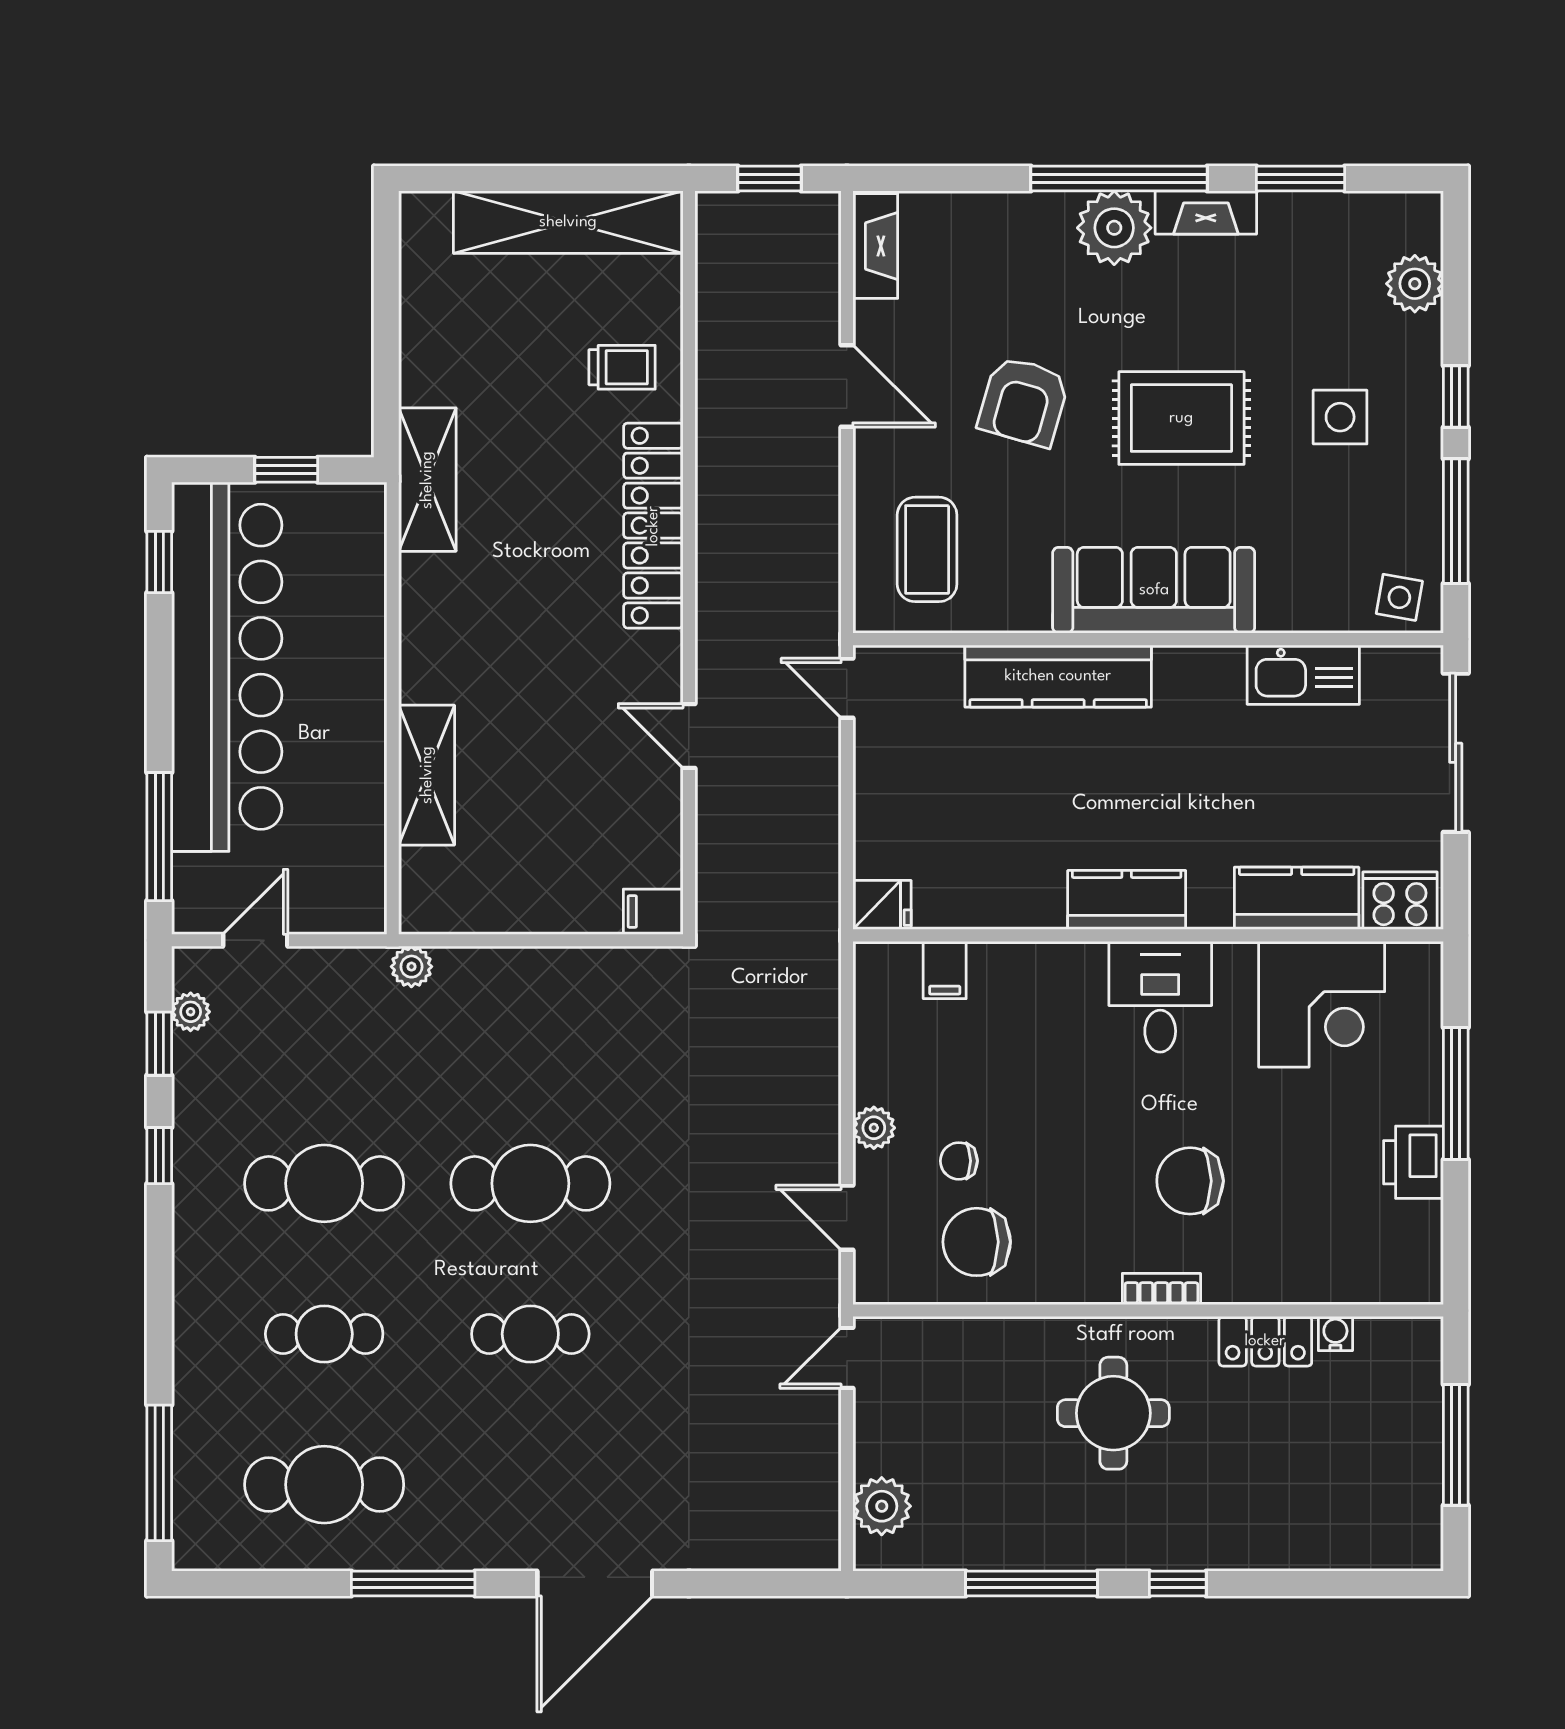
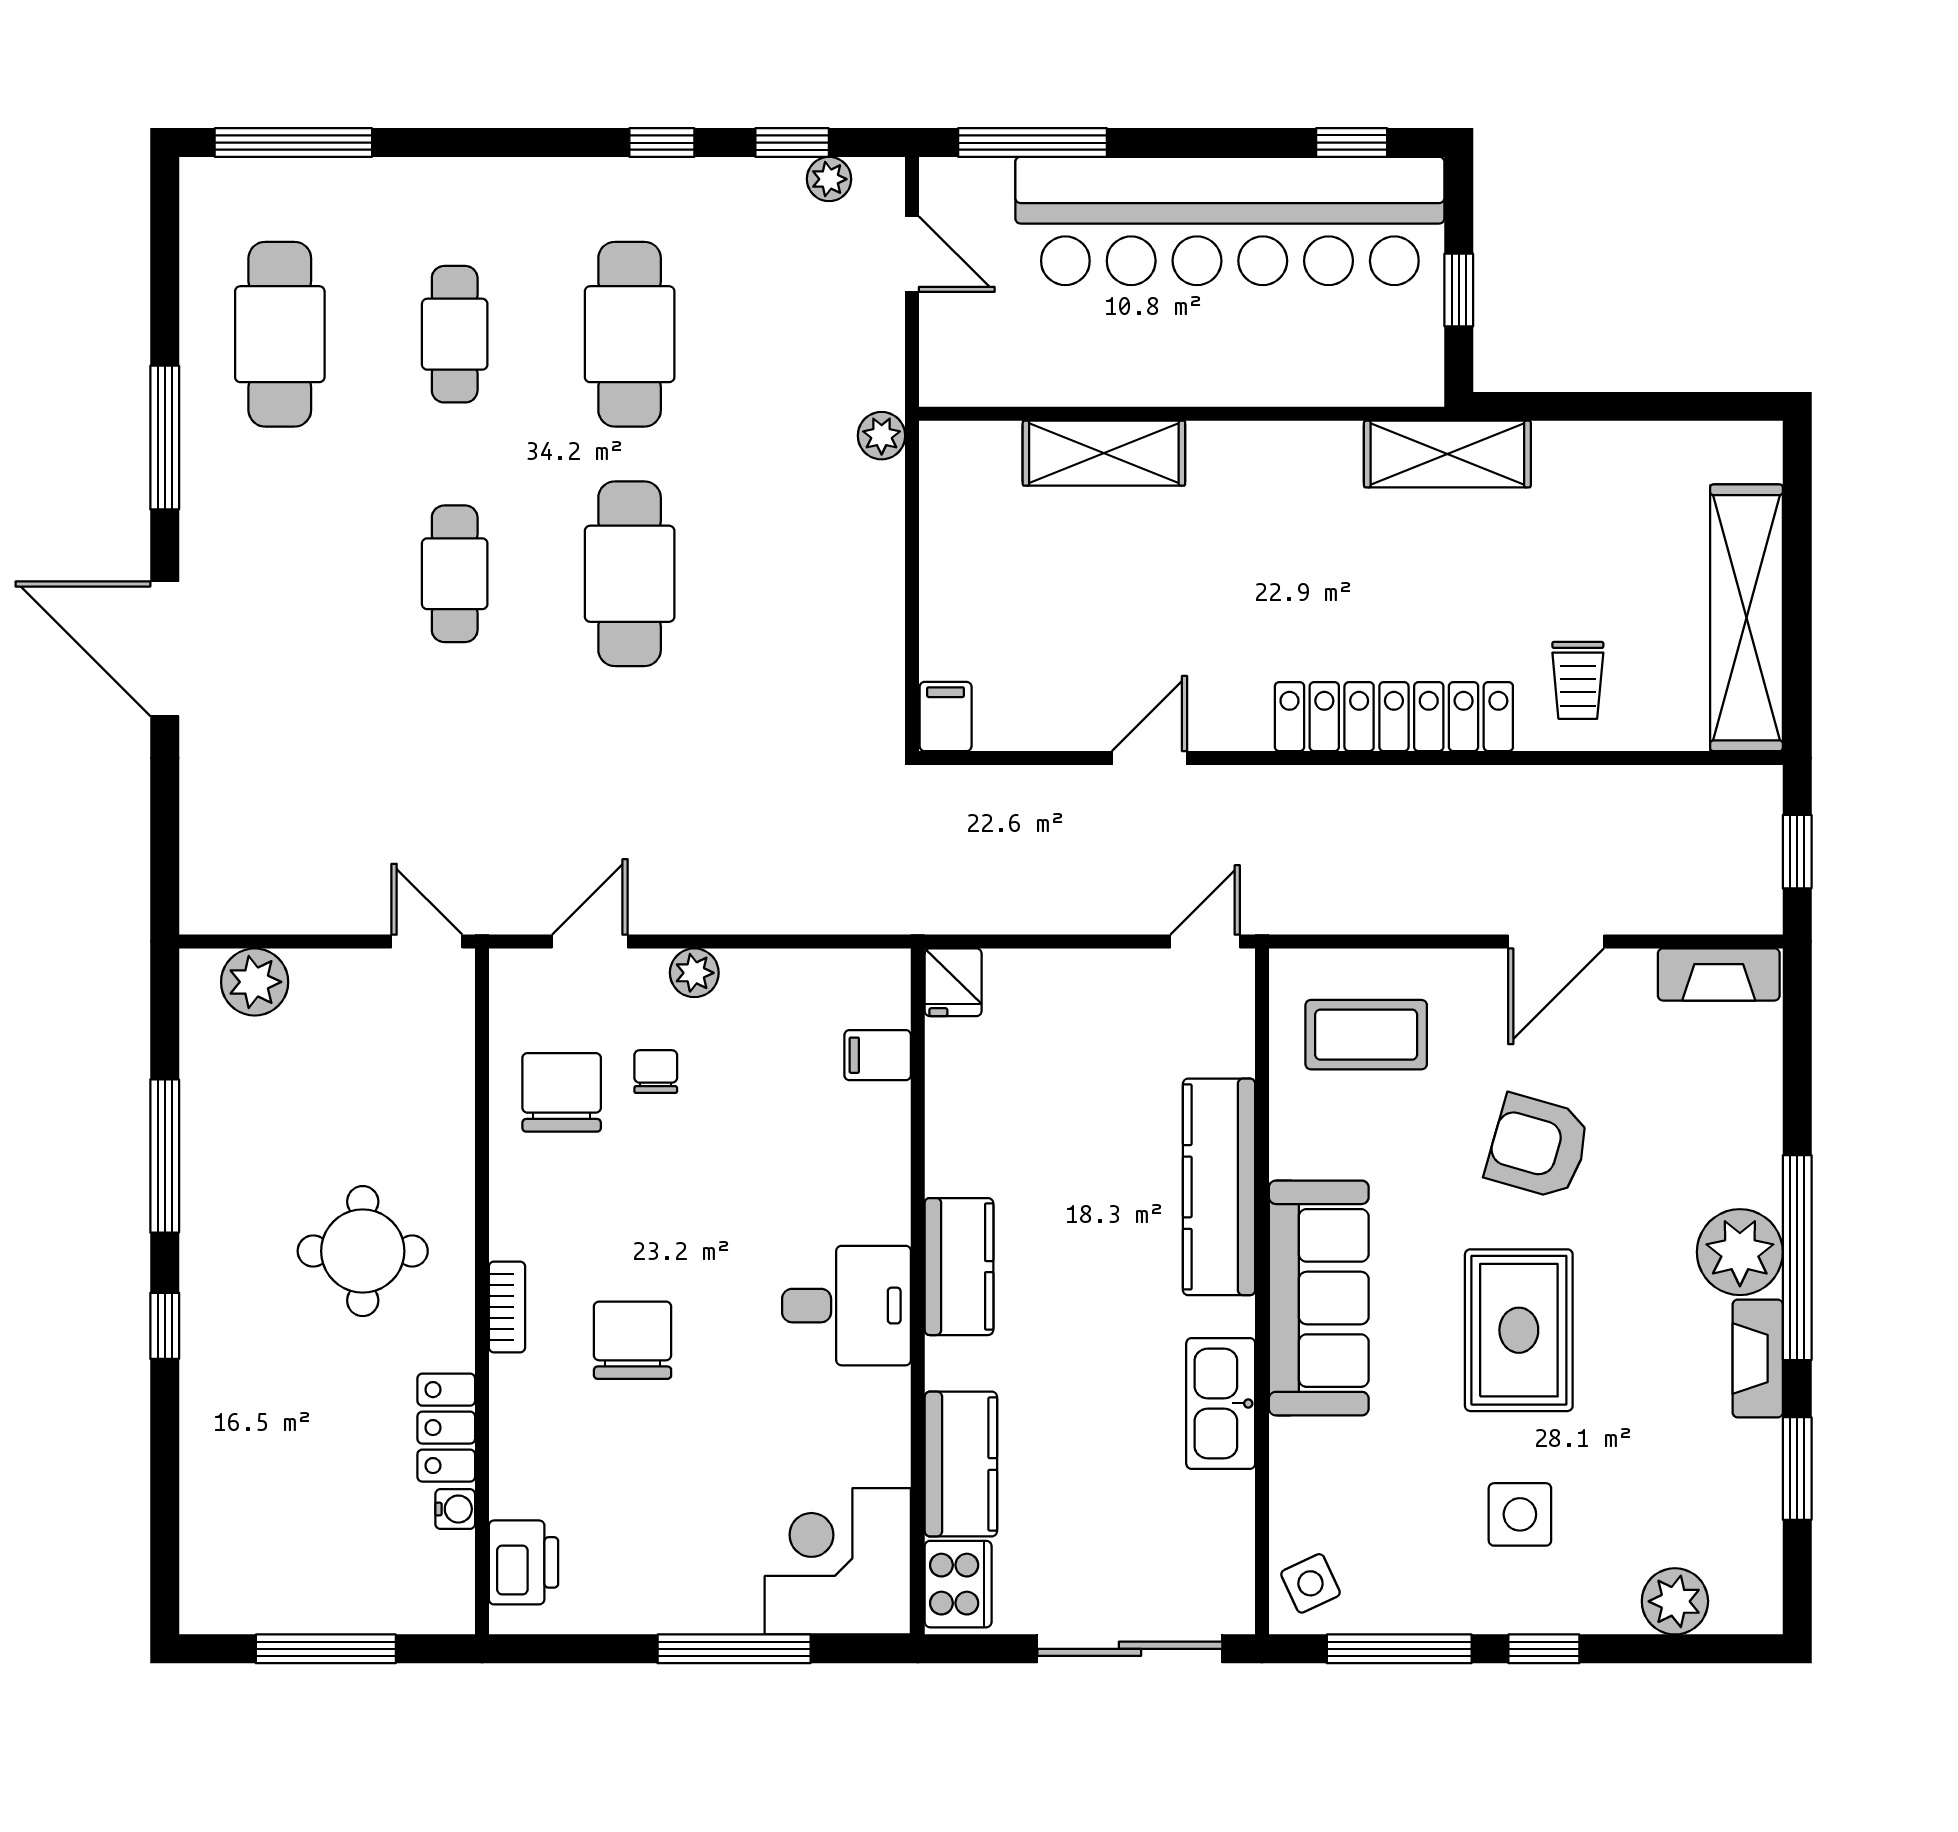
side table: (1399, 597) -> (1310, 1583), turned -35
kitchen sink: (1303, 675) -> (1221, 1403), moved
corner desk: (1322, 1004) -> (838, 1561), moved, turned 90
printer: (1413, 1162) -> (524, 1562), moved, turned 90

